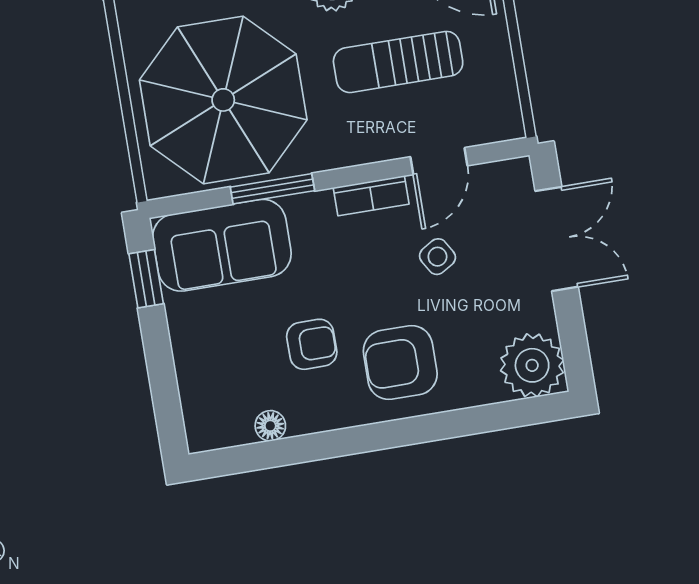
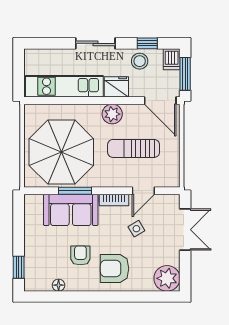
sofa: (222, 245) -> (71, 210), moved
window: (146, 279) -> (19, 267), moved
armchair: (312, 344) -> (80, 255), turned -90

